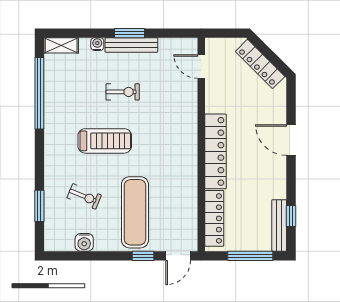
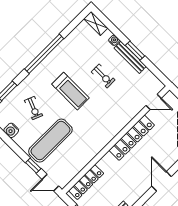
door: (201, 67) -> (154, 102), swing flipped
window: (39, 93) -> (44, 54), moved
locker: (216, 151) -> (132, 138), moved

